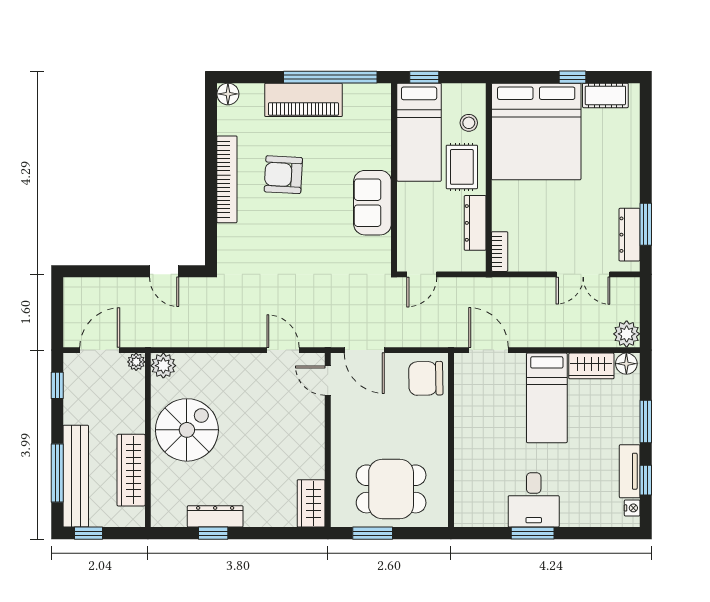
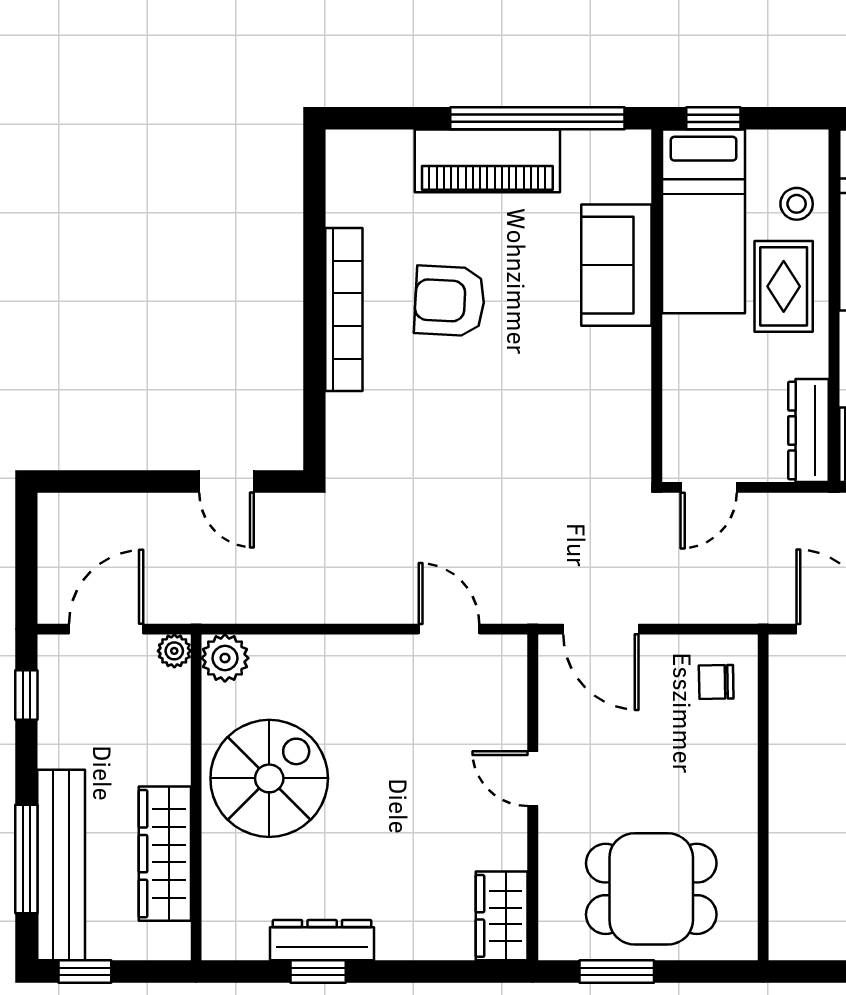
floor lamp: (228, 94) -> (346, 150), removed
sofa: (372, 203) -> (616, 265), moved
dresser: (475, 223) -> (809, 430), moved
chair: (426, 378) -> (716, 682), width x0.54, depth x0.54
door: (328, 381) -> (533, 779), moved

